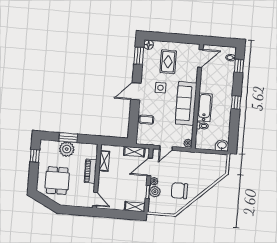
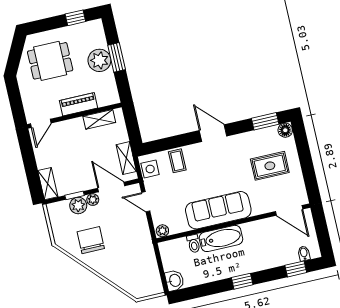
side table: (161, 88) -> (150, 169), moved

